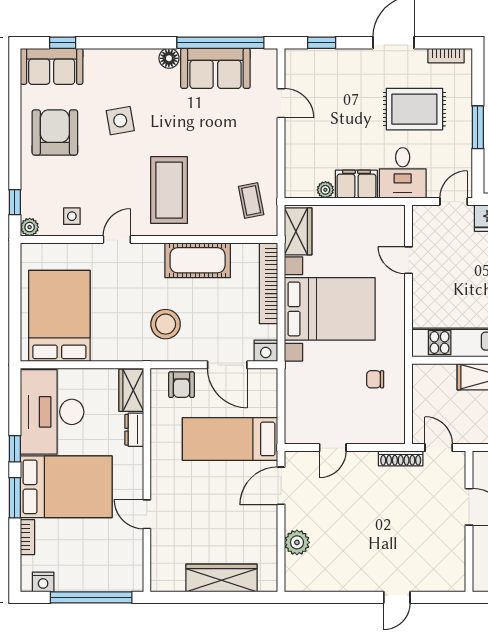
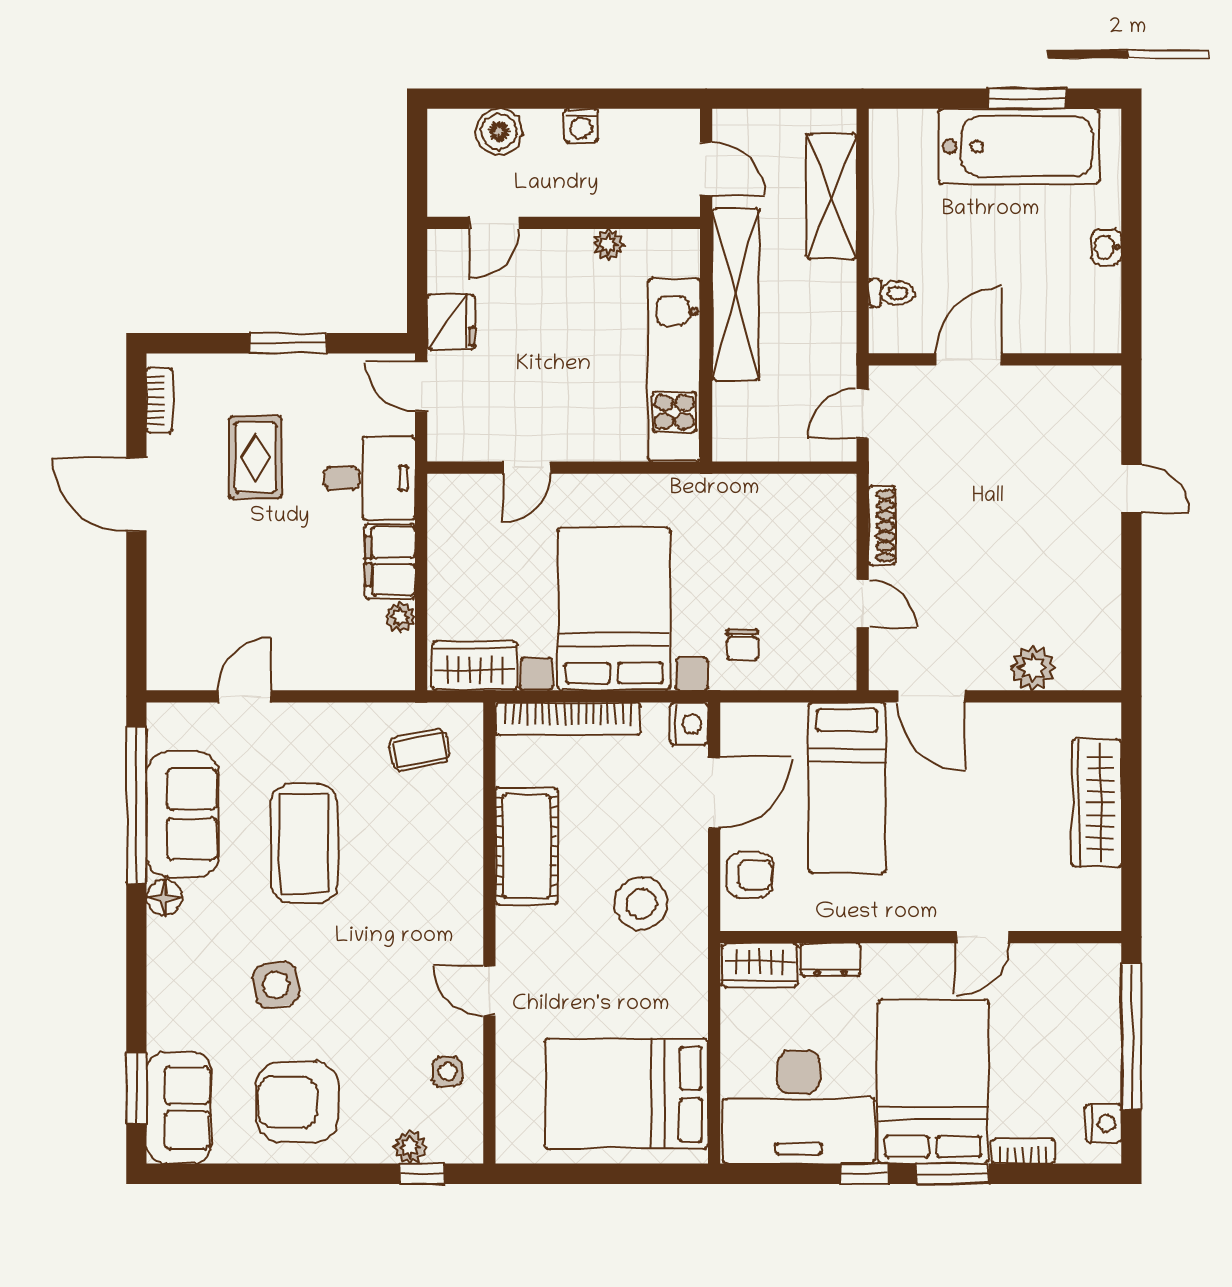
window: (63, 43) -> (136, 1088), width x1.50
window: (322, 43) -> (136, 624), removed
rug: (414, 109) -> (256, 457), width x0.73, depth x0.70
coffee table: (169, 190) -> (304, 843), moved, turned 90
plant: (30, 227) -> (410, 1147), moved
chair: (375, 379) -> (743, 645), moved
shoe rack: (401, 458) -> (882, 526), moved

